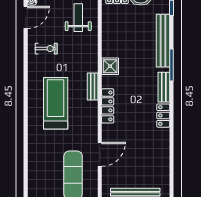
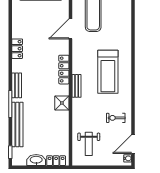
locker: (163, 116) -> (17, 49), moved

